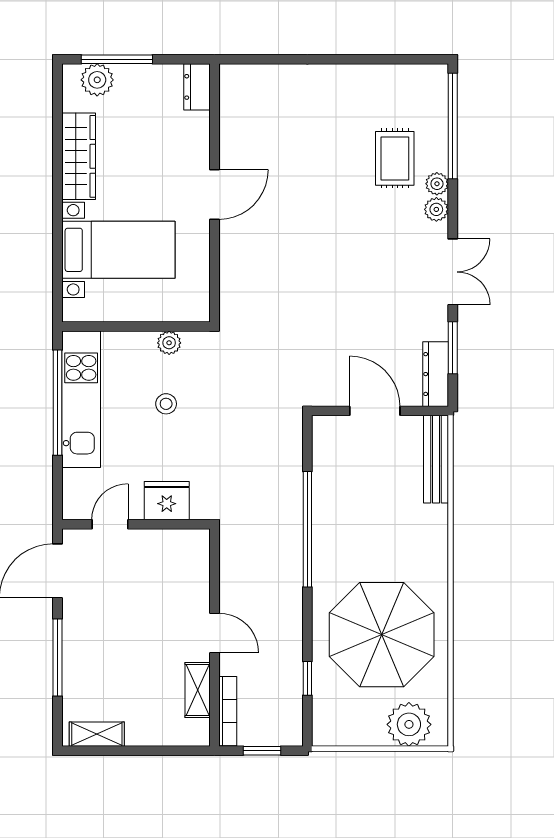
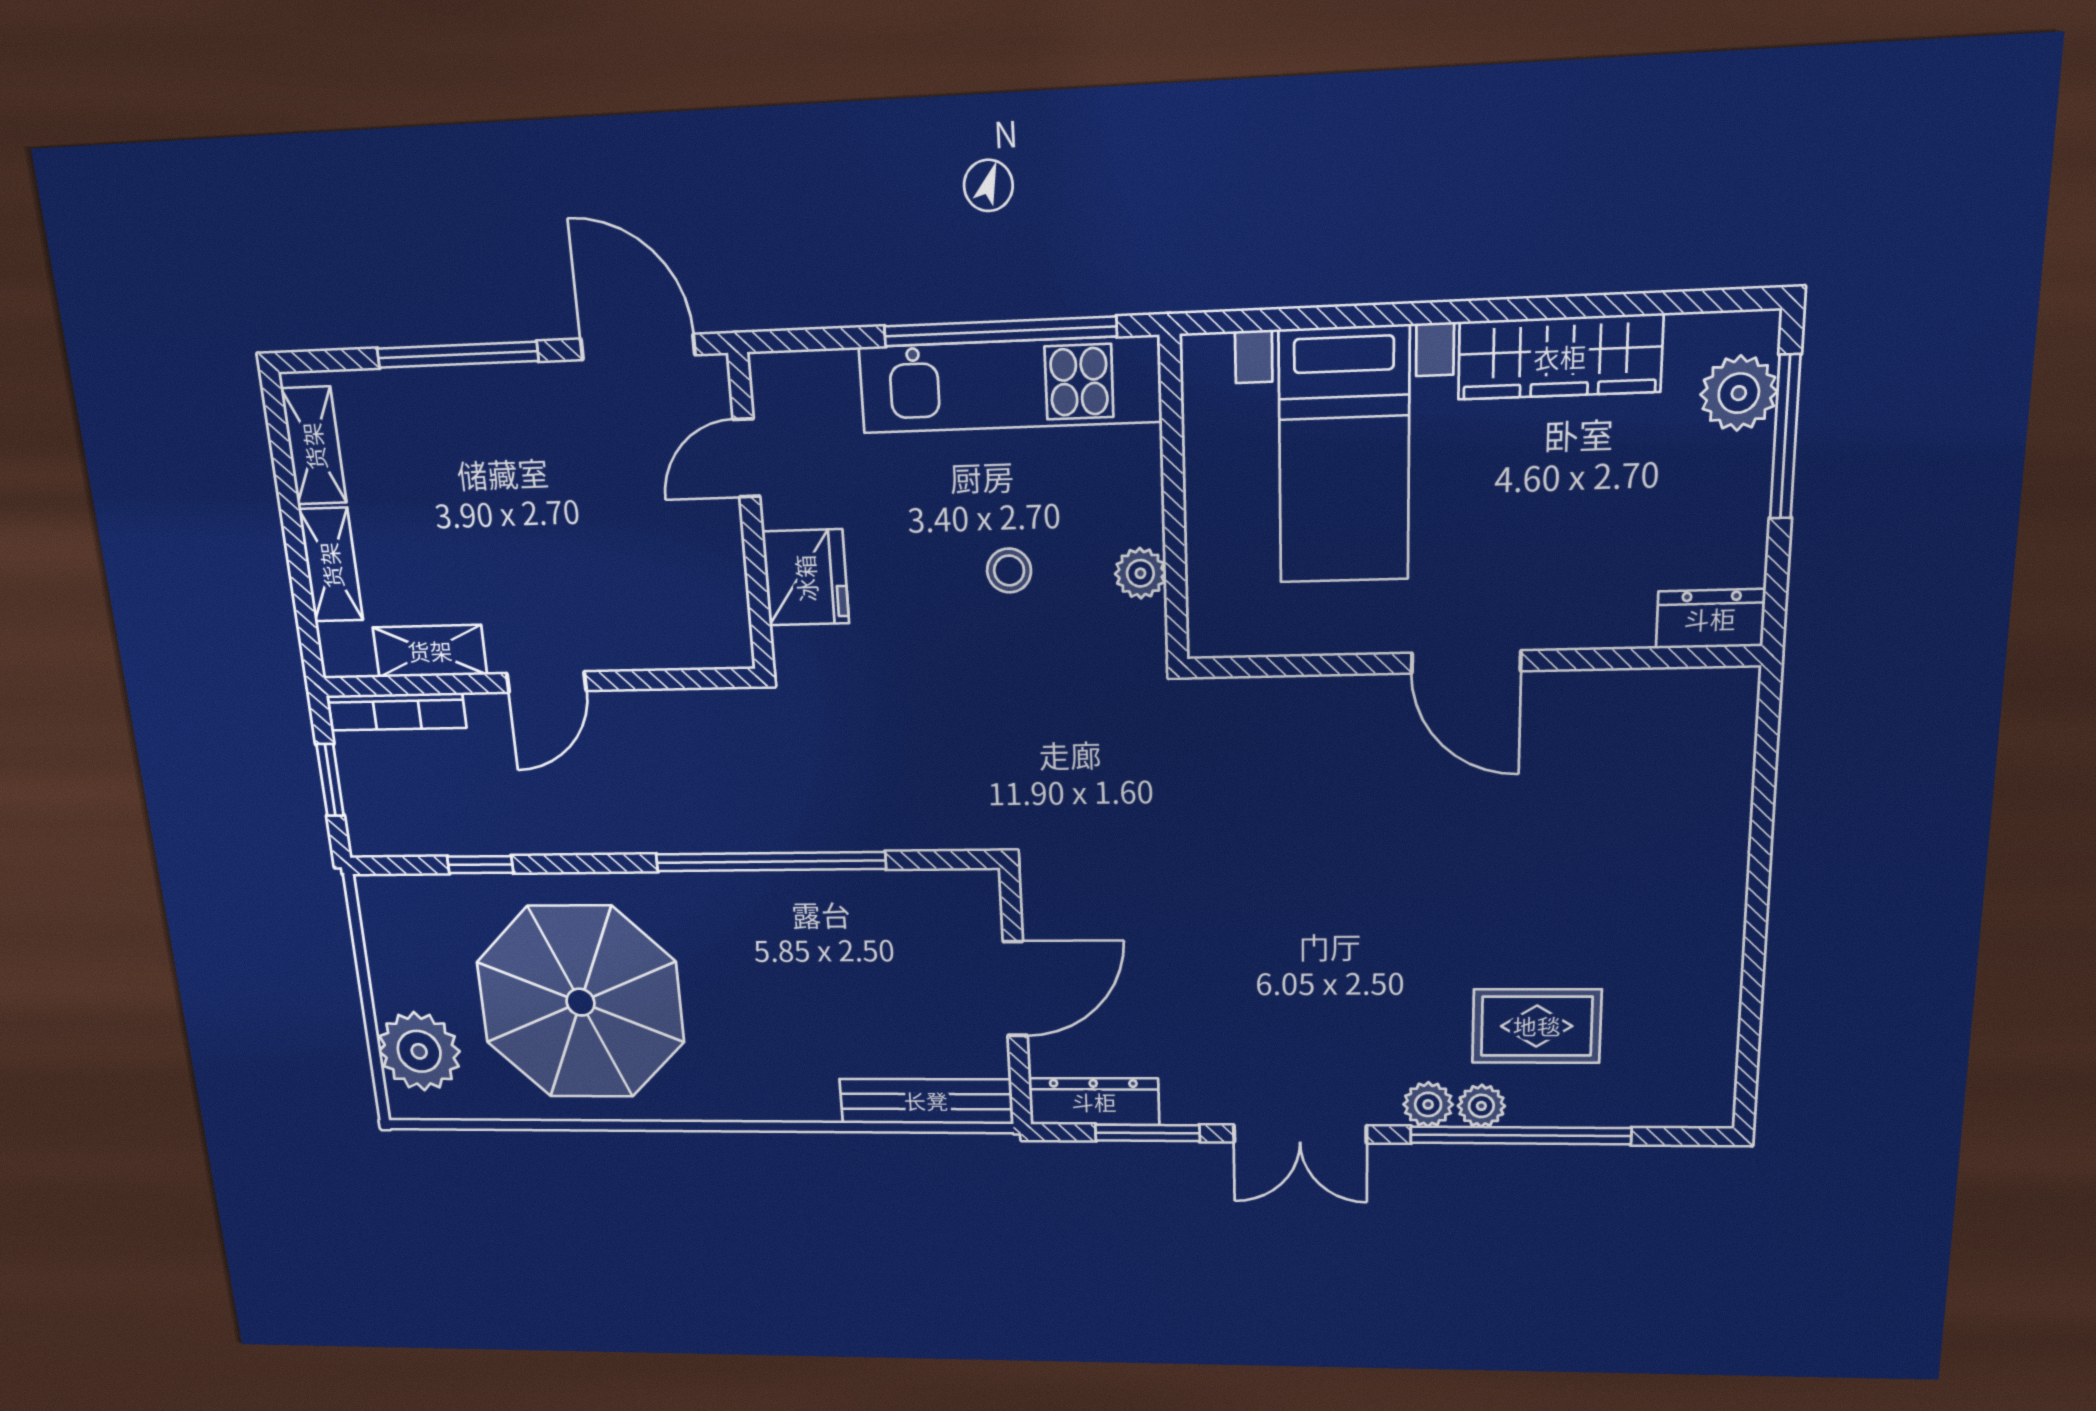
window: (453, 126) -> (1520, 1135), moved
door: (110, 524) -> (746, 458), swing flipped
shelving: (154, 734) -> (331, 565), added

